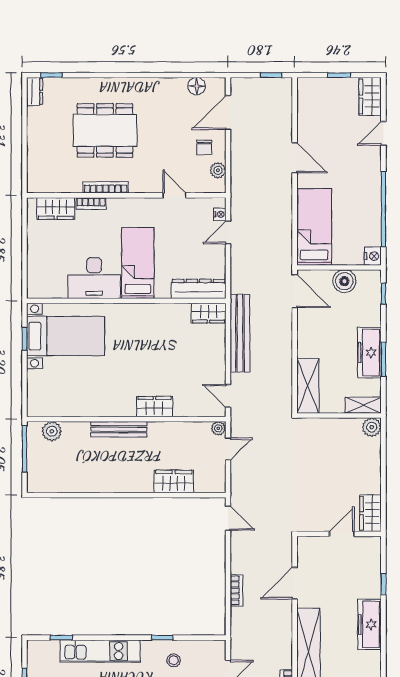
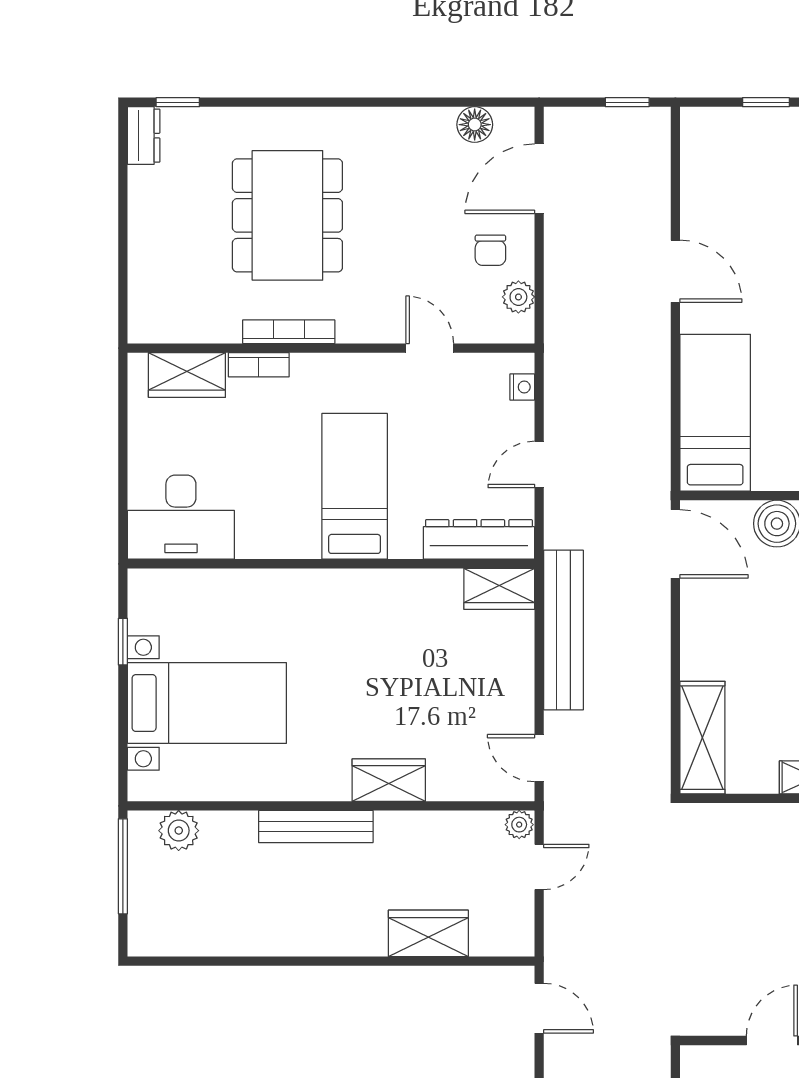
dining table: (105, 130) -> (287, 215), turned 90
door: (228, 233) -> (539, 464), moved
desk: (94, 278) -> (181, 517), moved
bed with nightstands: (66, 336) -> (207, 703), moved

